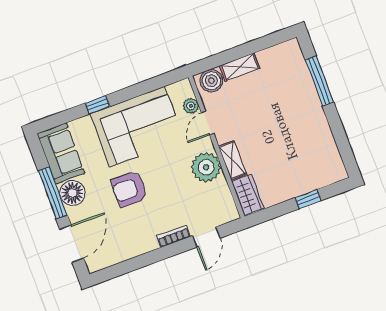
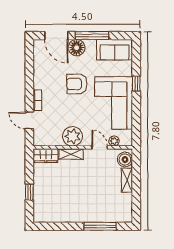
armchair: (129, 189) -> (77, 84), turned -90
floor lamp: (72, 193) -> (77, 48), moved

